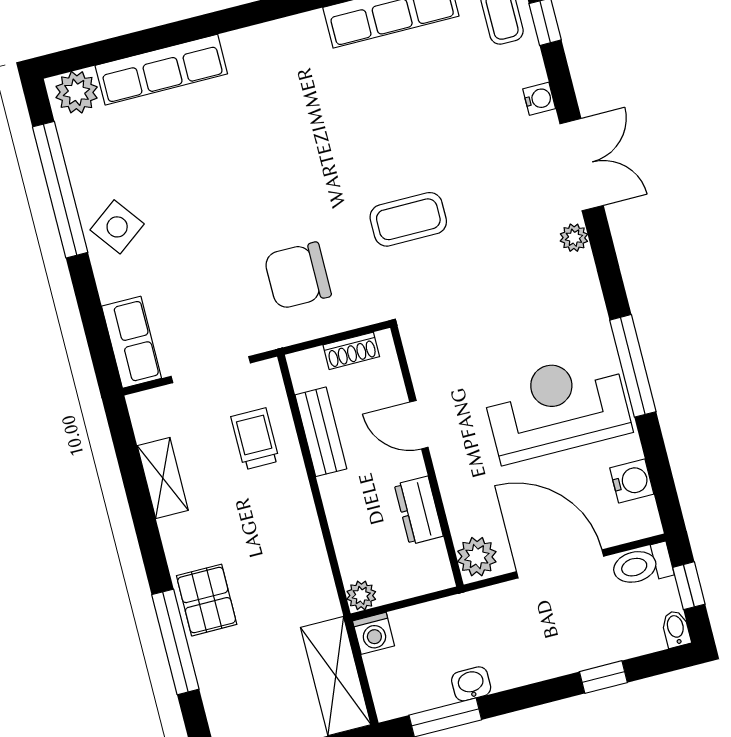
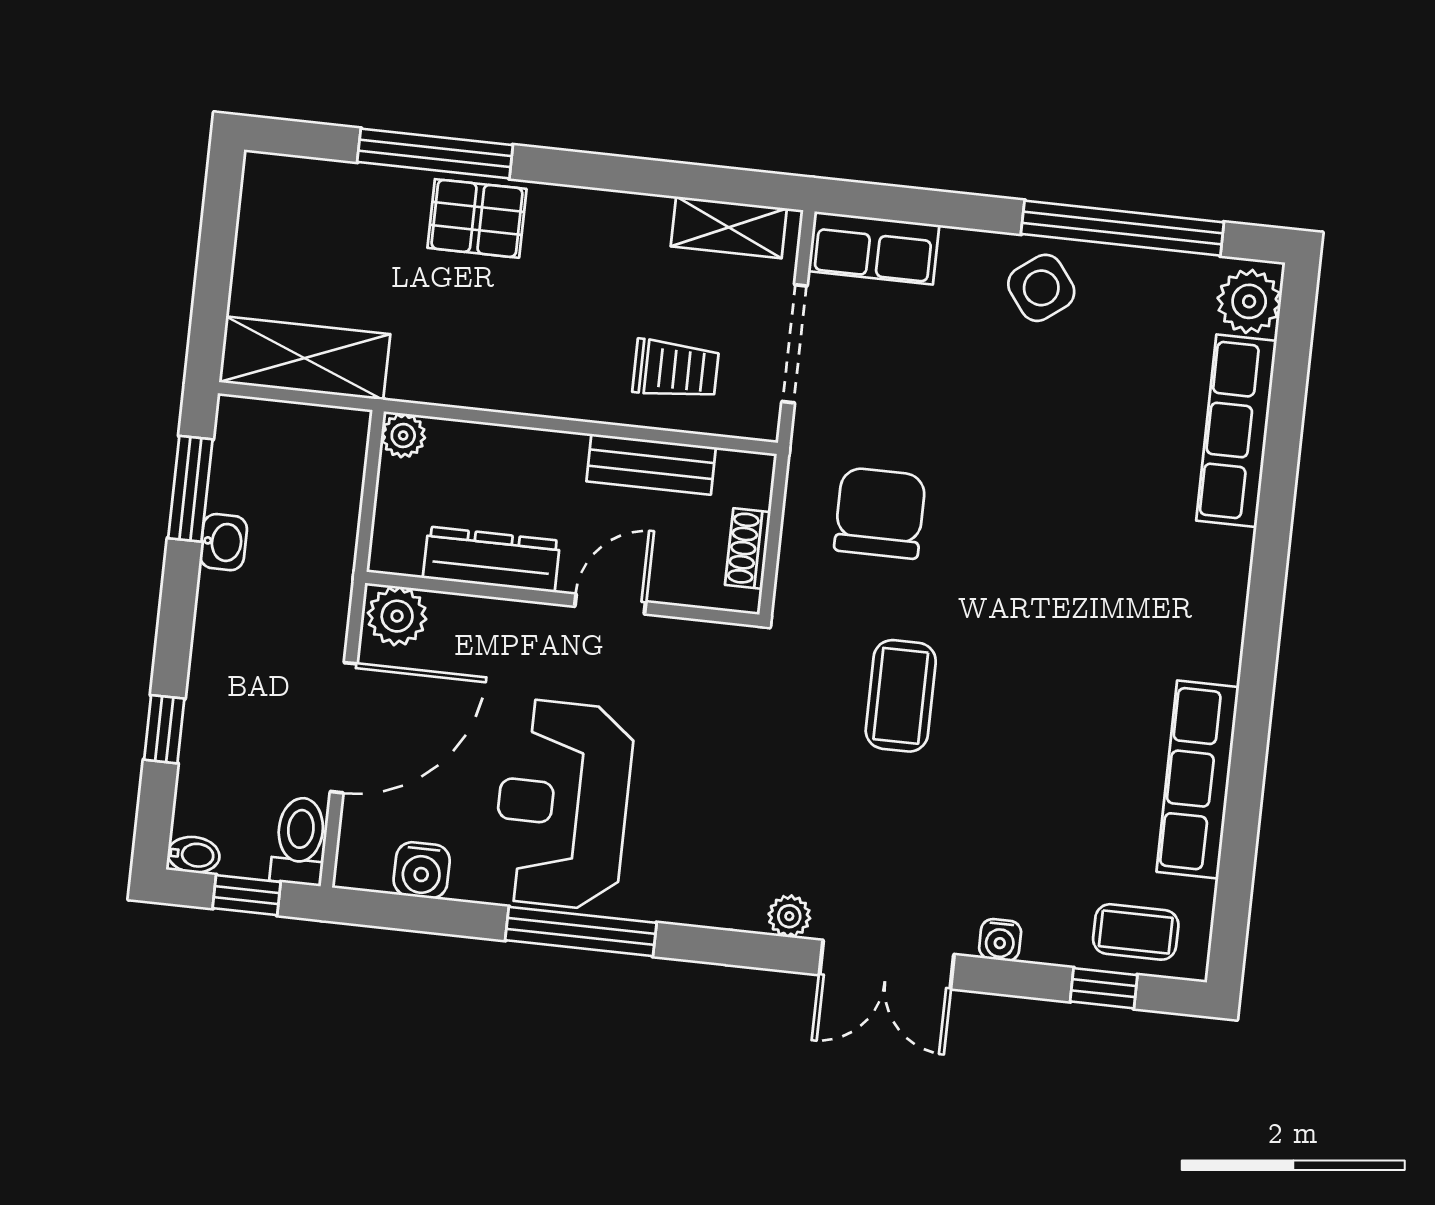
reception desk: (557, 407) -> (562, 804), turned 180
shelving: (163, 478) -> (729, 227), moved
dresser: (419, 510) -> (491, 559), width x1.44
washing machine: (374, 633) -> (344, 433), removed

